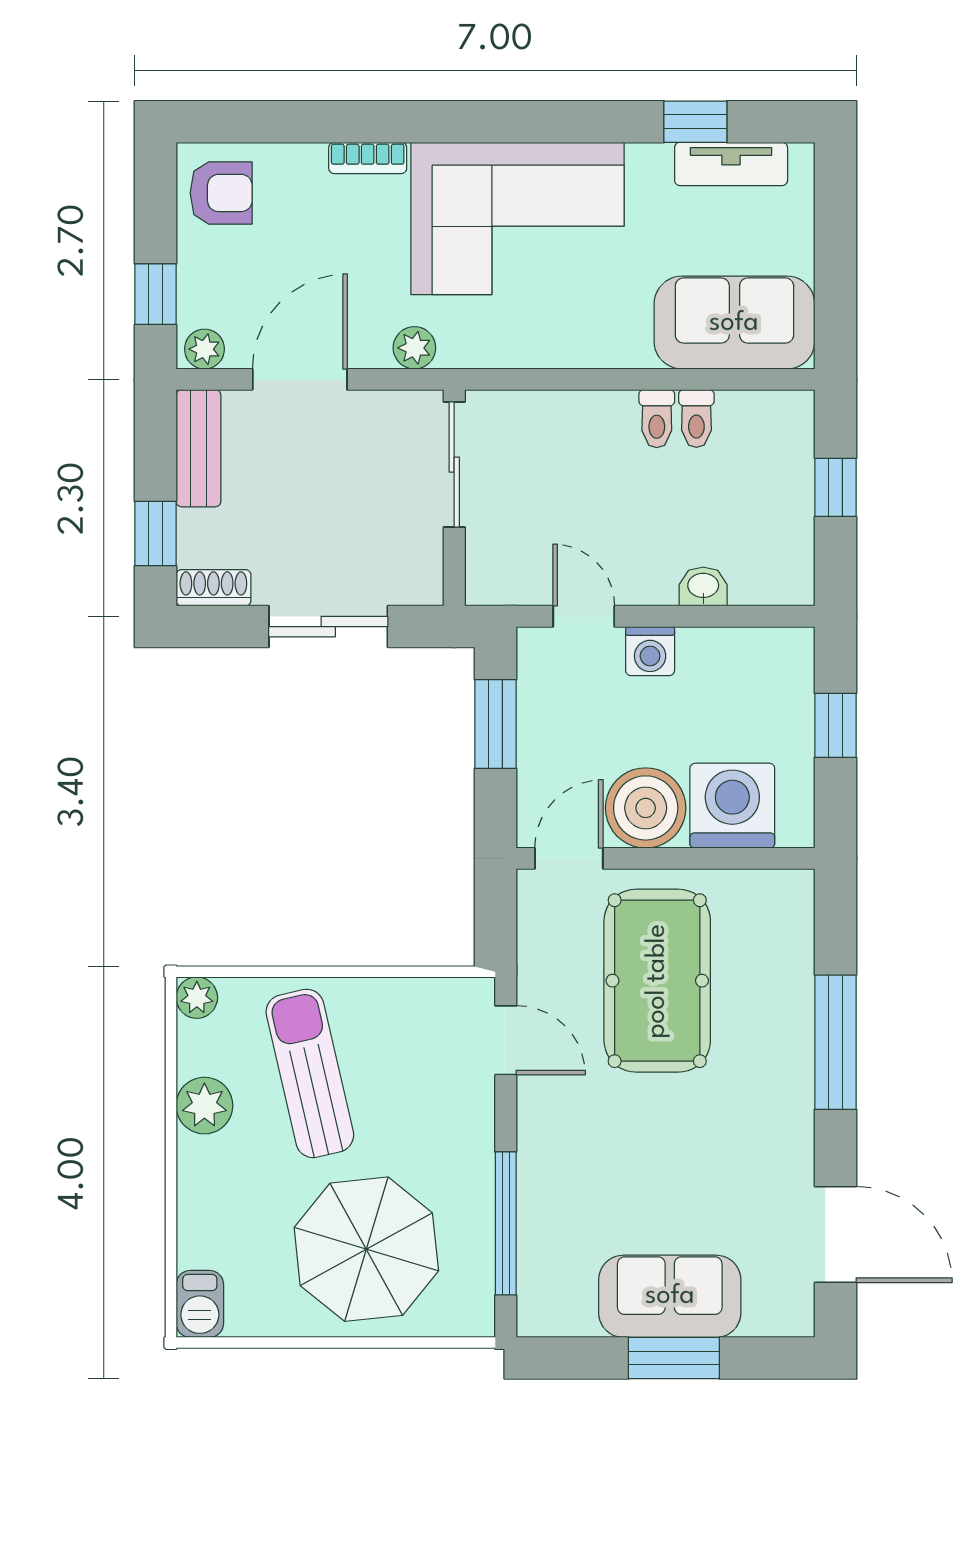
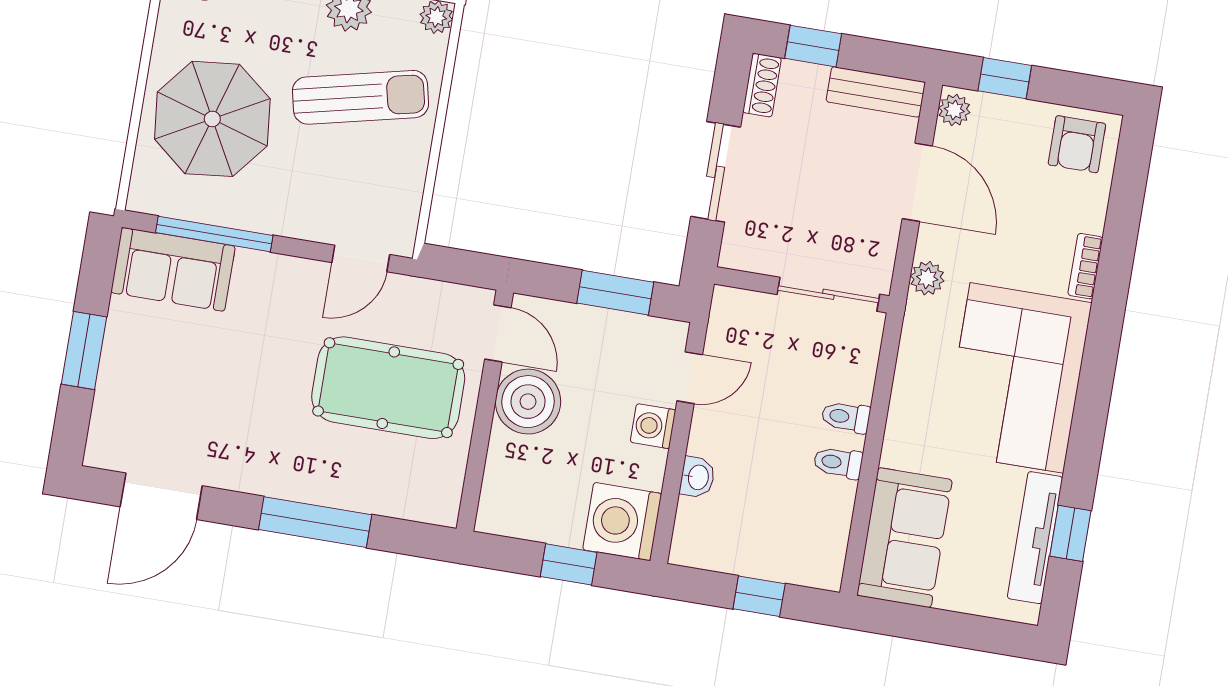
tv unit: (731, 164) -> (1035, 538), width x1.41
toilet: (696, 418) -> (846, 417), moved
washing machine: (732, 806) -> (622, 522), moved, turned 180
sofa: (670, 1296) -> (173, 269), moved, turned 90

